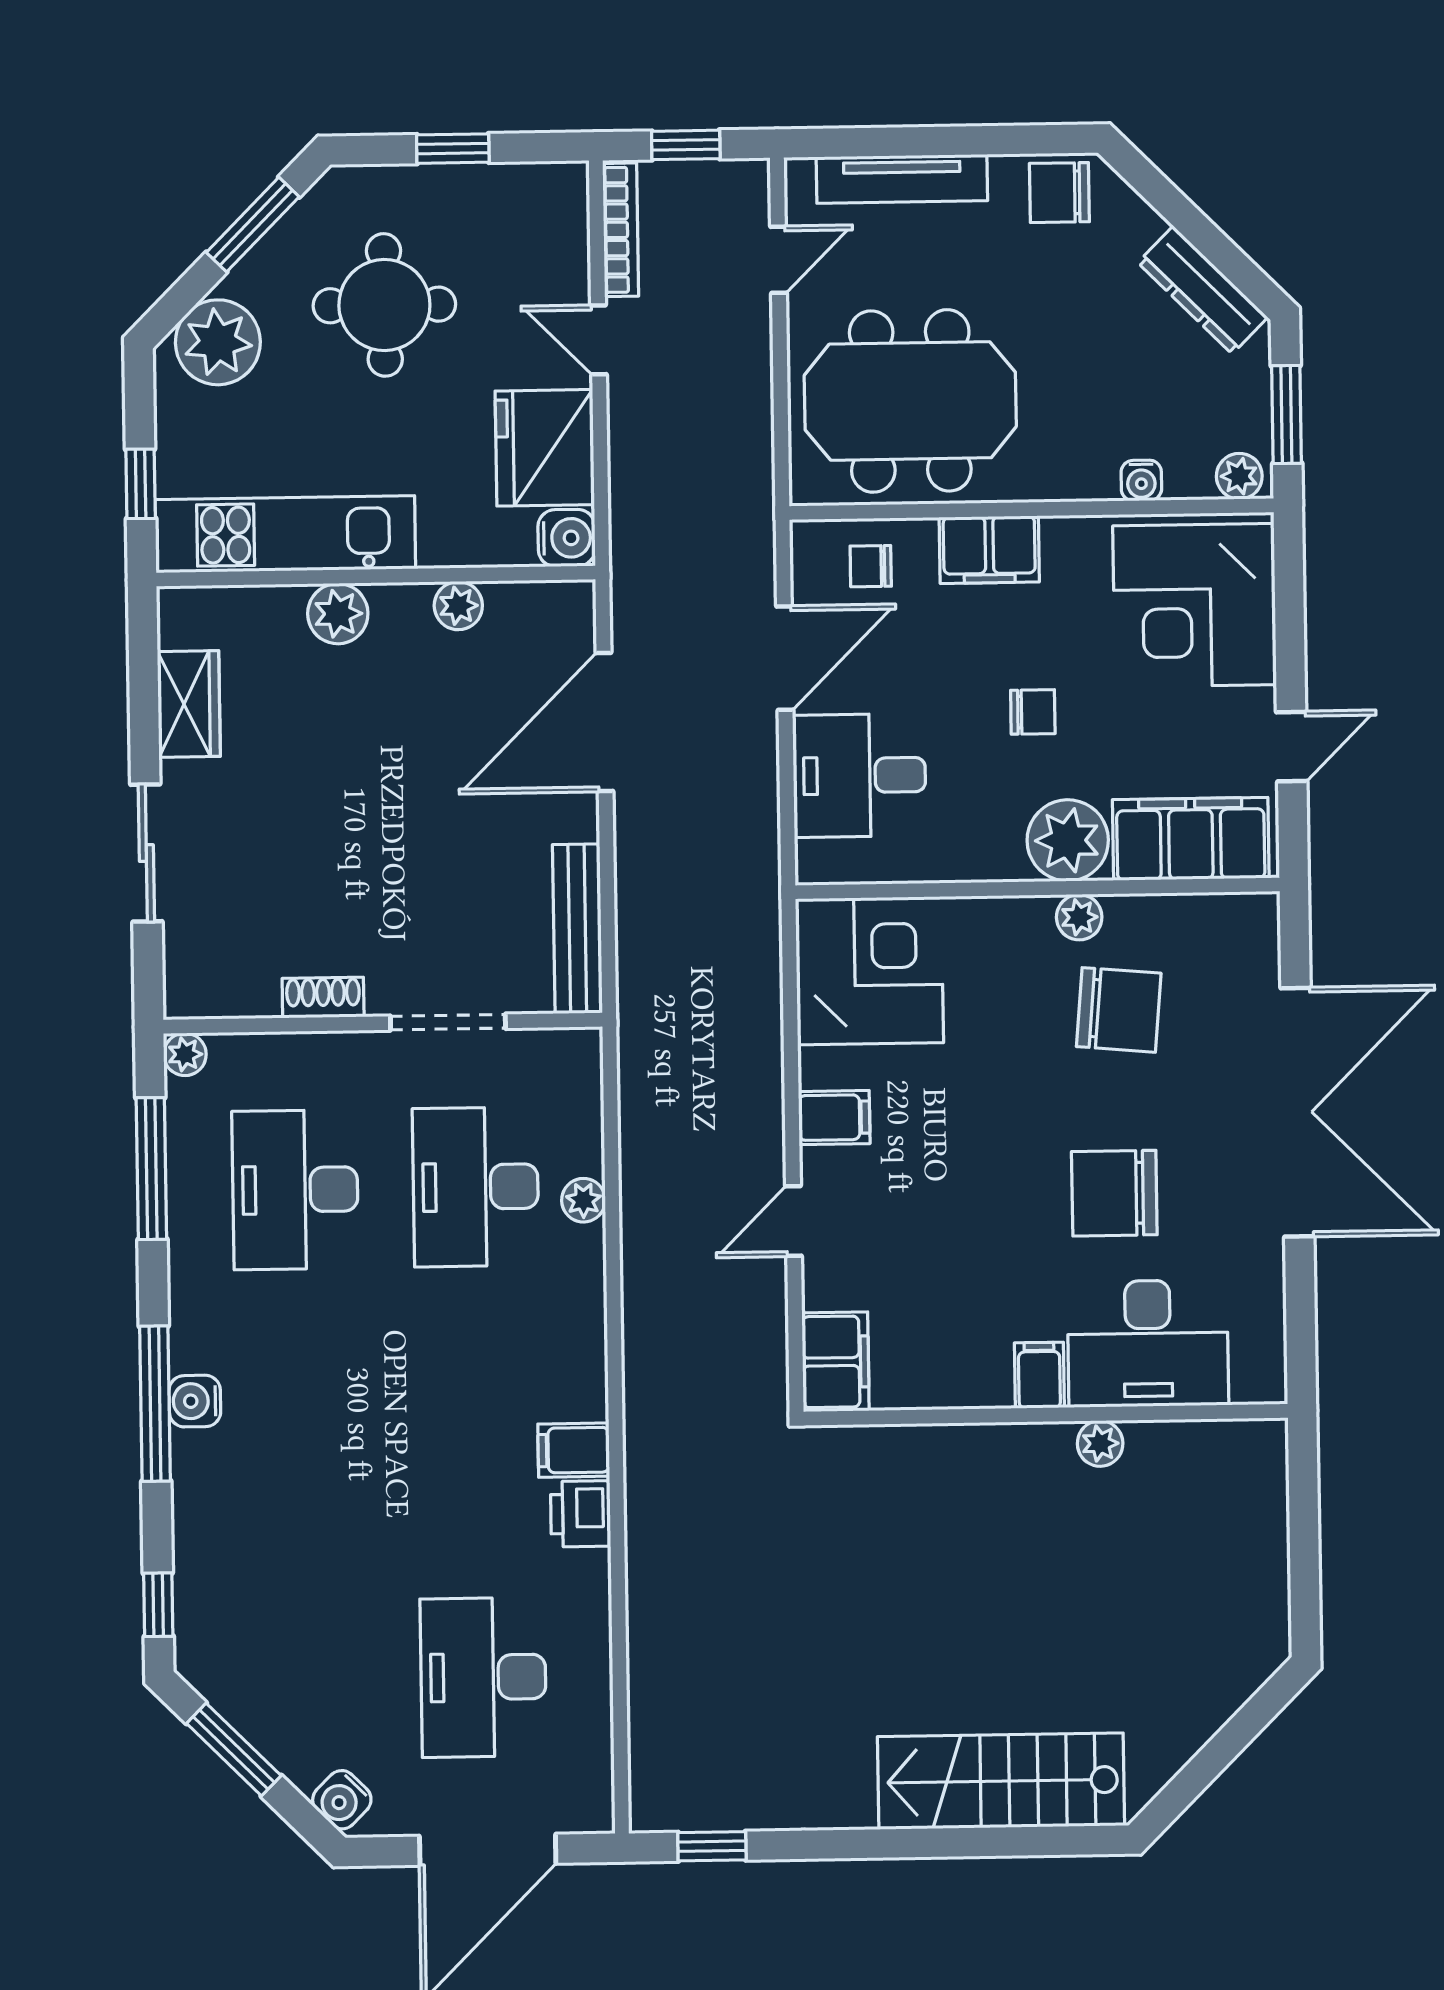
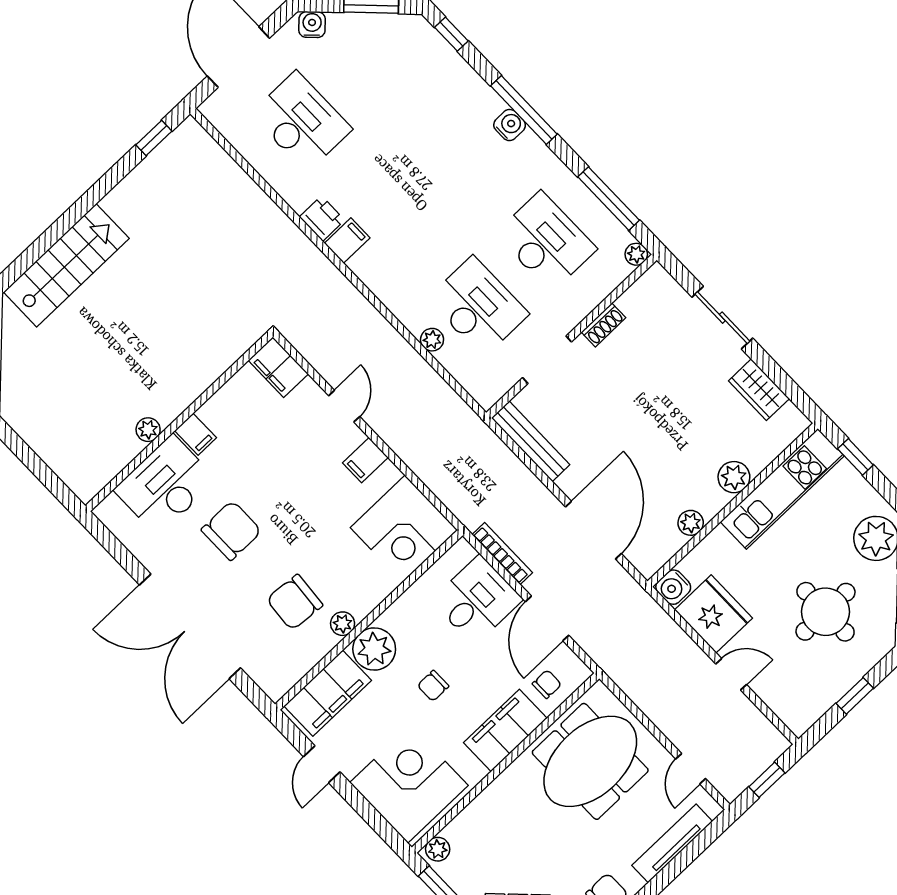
bookcase: (621, 230) -> (502, 554), moved, turned 180
water cooler: (1141, 480) -> (474, 813), removed
filing cabinet: (989, 550) -> (505, 730), width x1.50, depth x1.17

